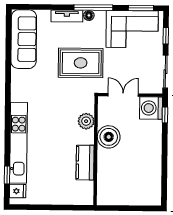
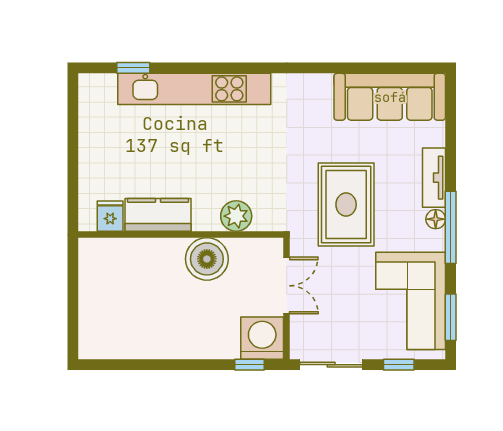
fridge: (18, 191) -> (110, 216), moved, turned 180

